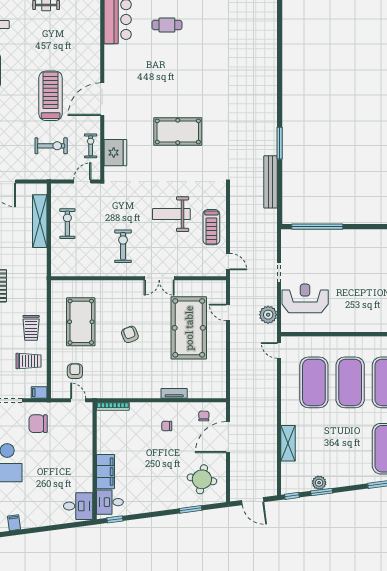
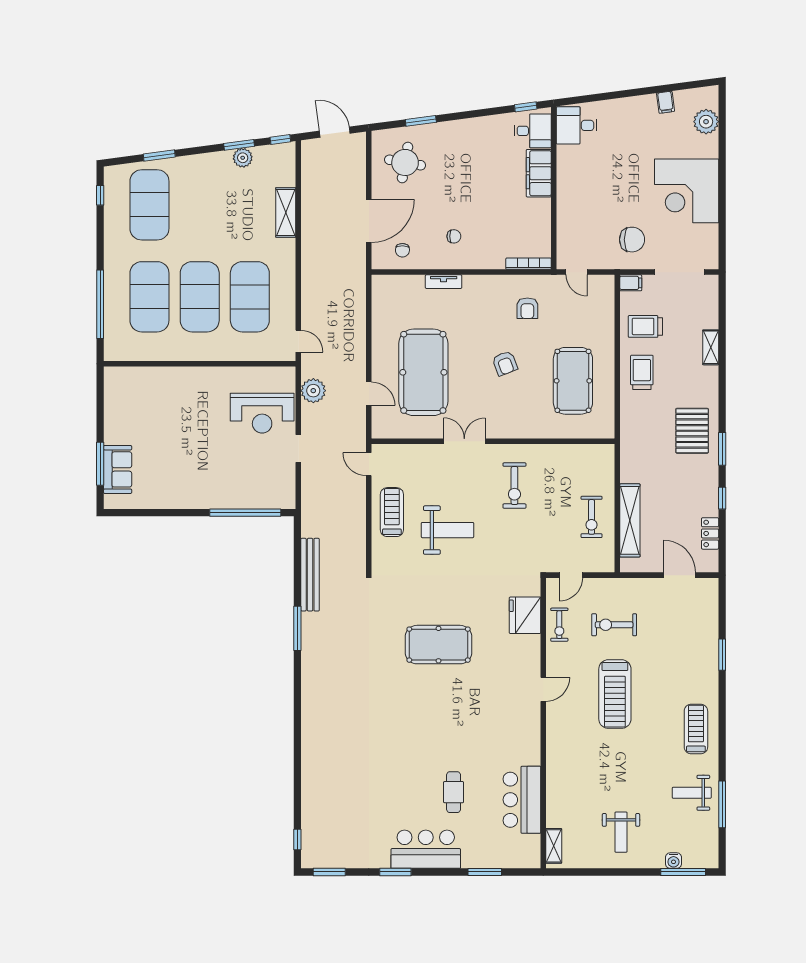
cafe table: (167, 25) -> (454, 792), turned 90
door: (102, 99) -> (543, 689), width x0.53
armchair: (75, 371) -> (527, 308), moved

